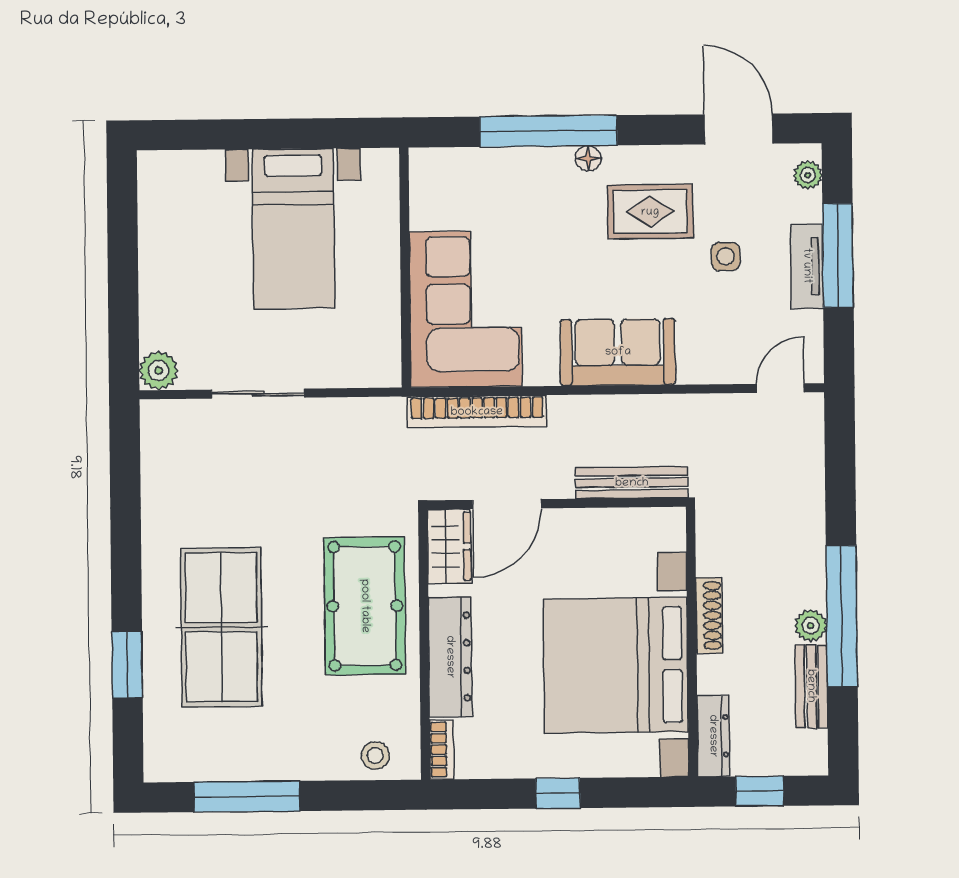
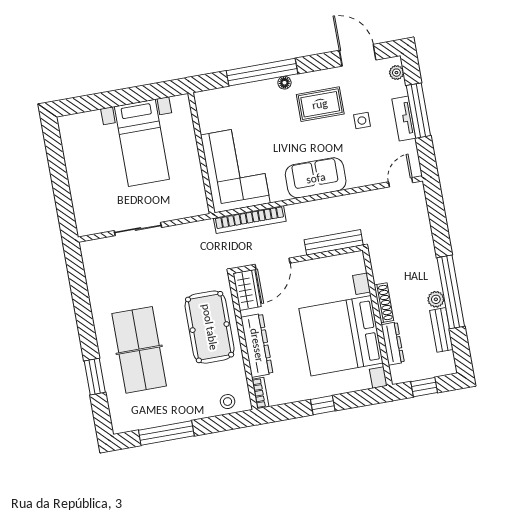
plant: (159, 371) -> (86, 226), removed
dresser: (713, 736) -> (393, 344), moved

